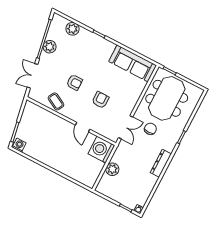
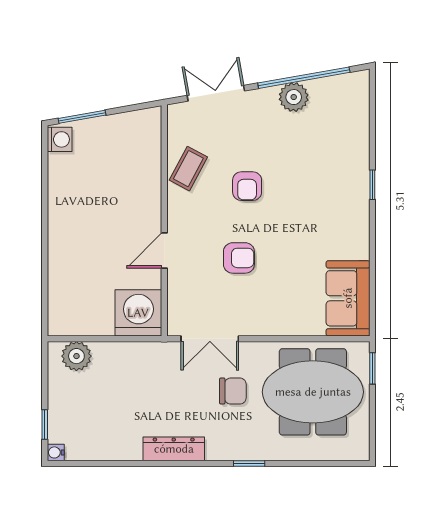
plant: (73, 29) -> (355, 125), removed
sofa: (133, 63) -> (348, 298), width x0.73
plant: (112, 169) -> (76, 356), moved

